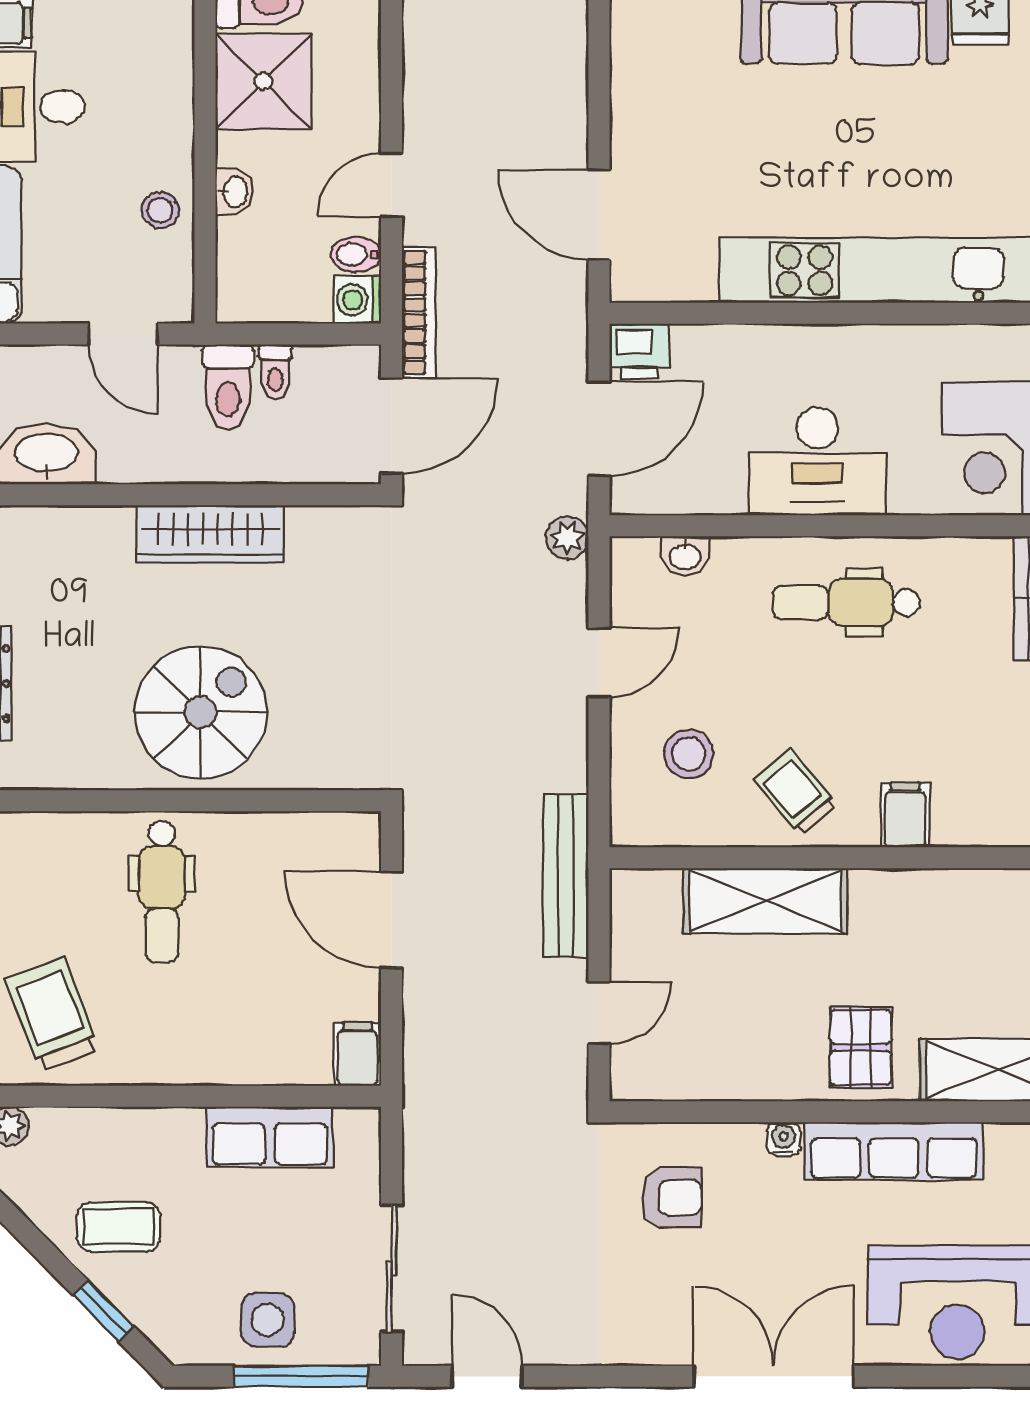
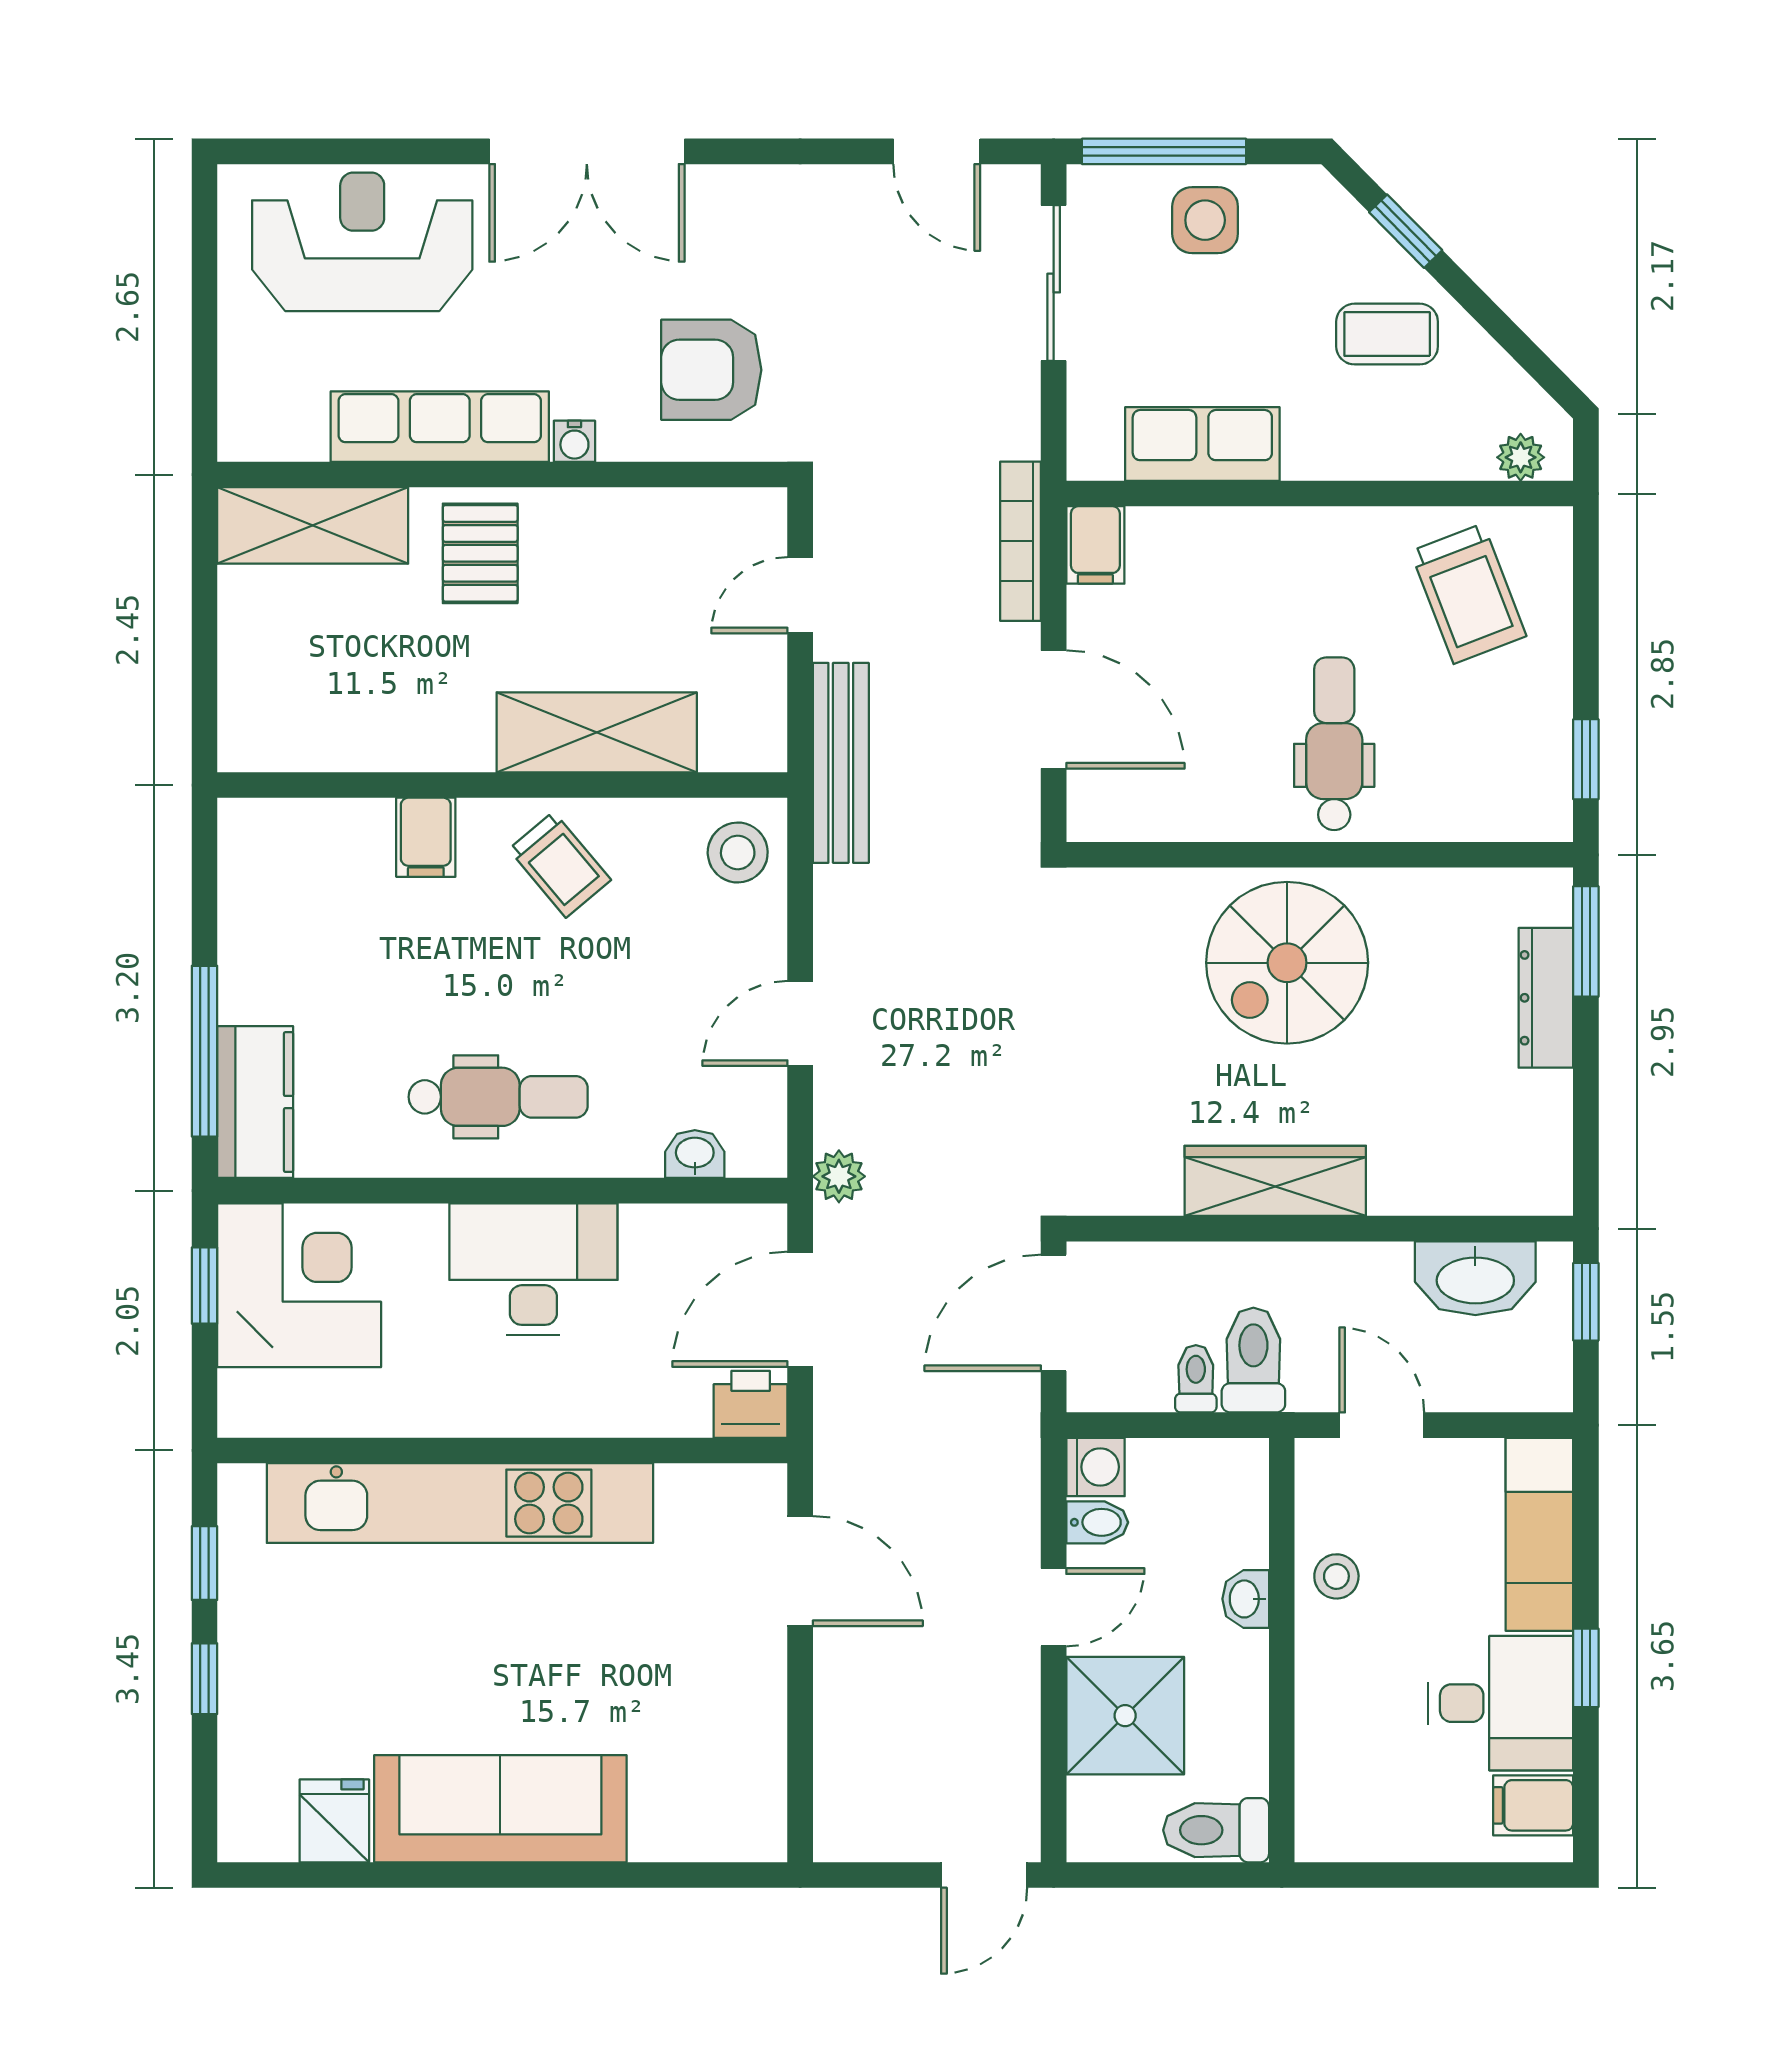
shower: (263, 81) -> (1125, 1716), moved
bookcase: (419, 312) -> (1021, 541), moved
stool: (689, 754) -> (738, 852), moved
armchair: (672, 1198) -> (711, 370), width x1.38, depth x1.38

